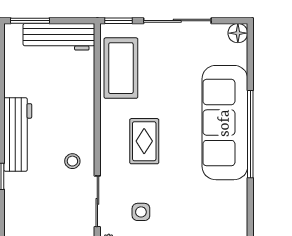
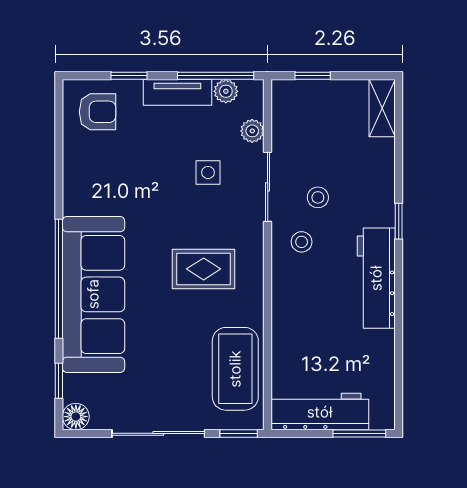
window: (250, 59) -> (59, 381), added
rug: (144, 141) -> (204, 269), turned 90
stool: (60, 194) -> (318, 197), added

